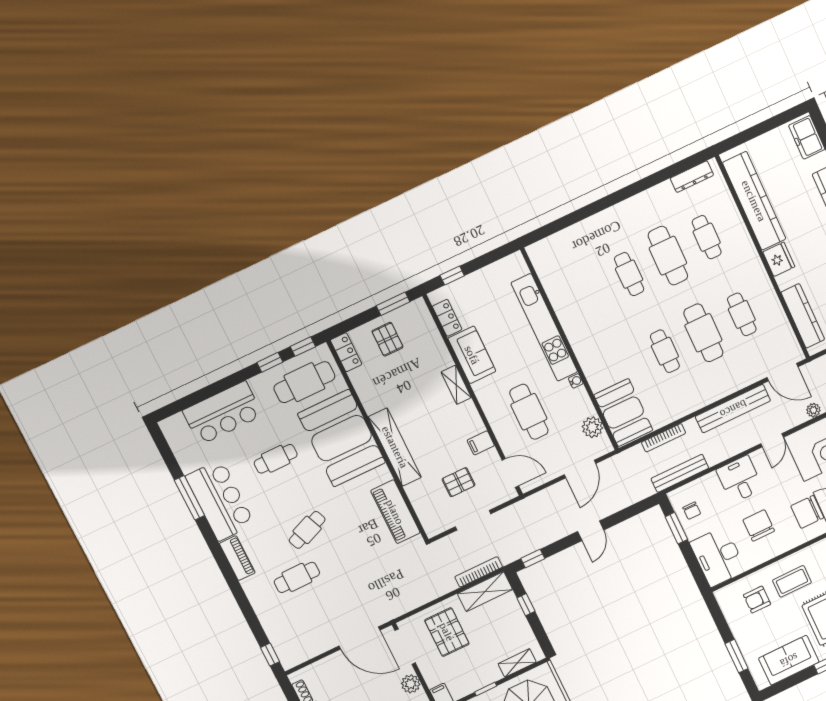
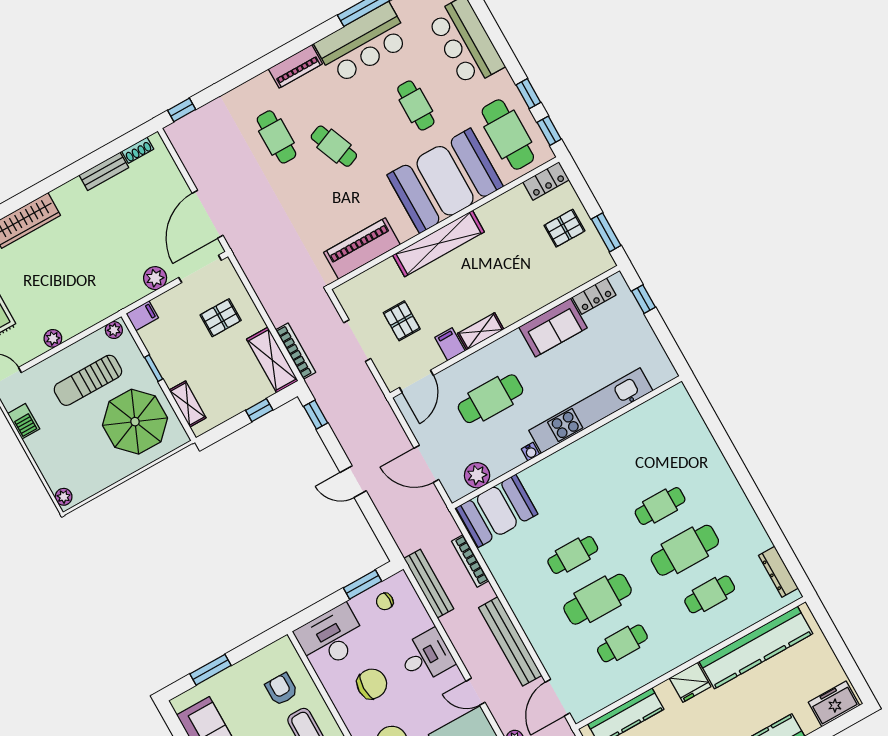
shelving: (456, 385) -> (481, 331), moved
pallet: (447, 632) -> (221, 318), width x0.67, depth x0.71

